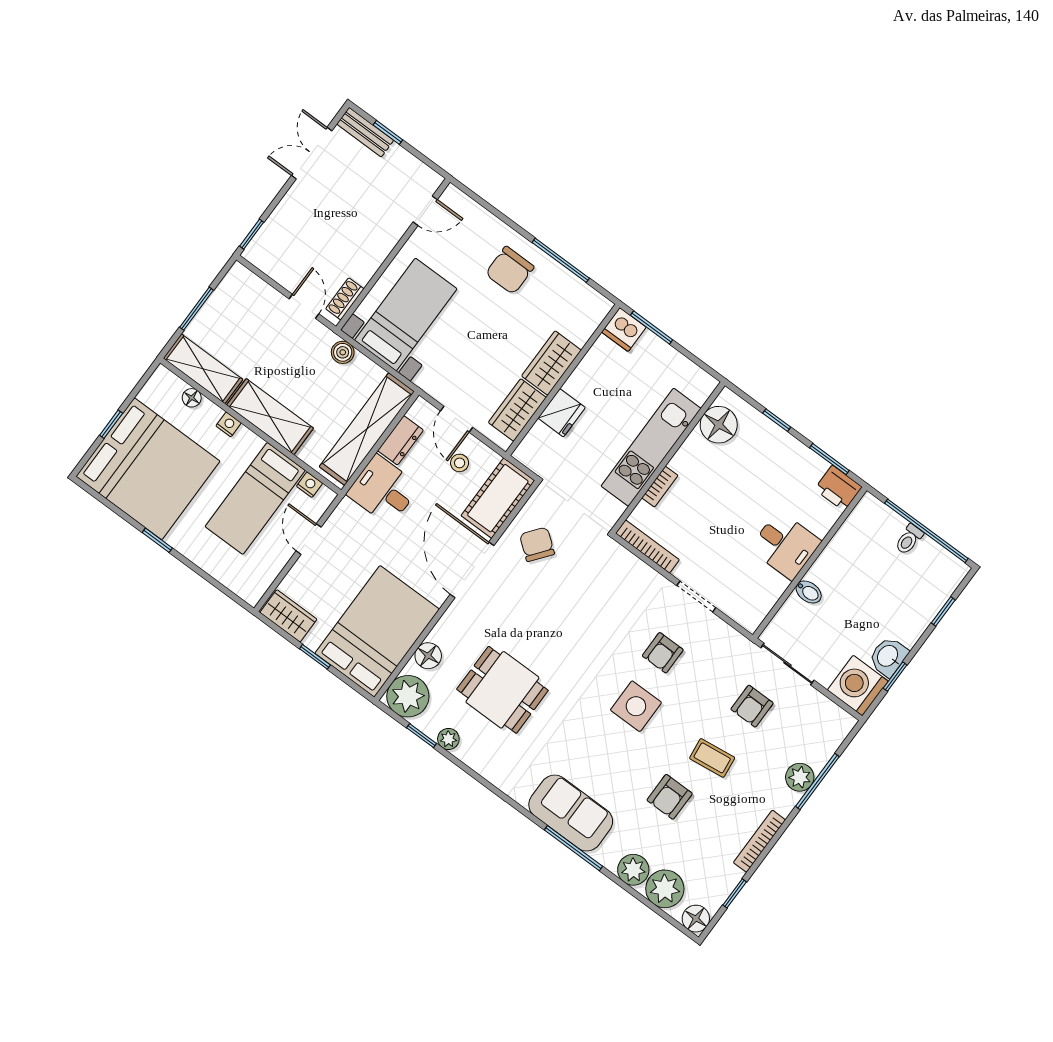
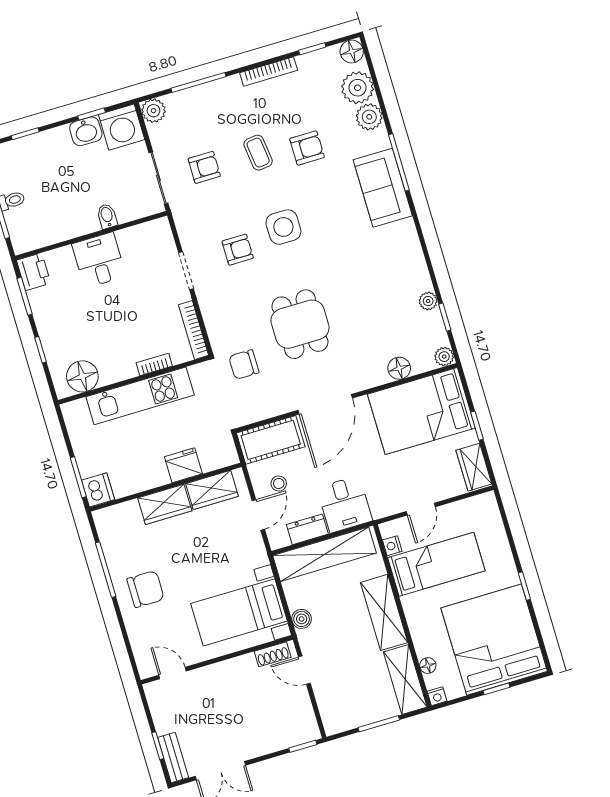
door: (304, 306) -> (304, 670), hinge flipped
nightstand: (229, 424) -> (437, 696), moved, turned -90
chair: (537, 544) -> (244, 365), moved, turned 52
dining table: (502, 690) -> (300, 324), moved
plant: (408, 696) -> (444, 357), width x0.53, depth x0.53
plant: (800, 777) -> (153, 111), moved

